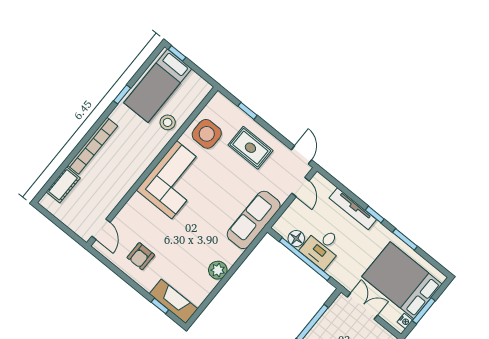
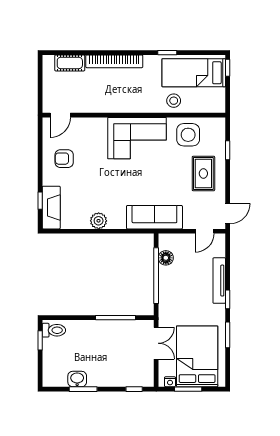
desk: (322, 247) -> (174, 281), removed

